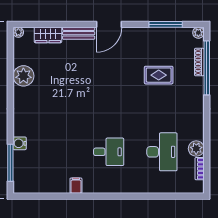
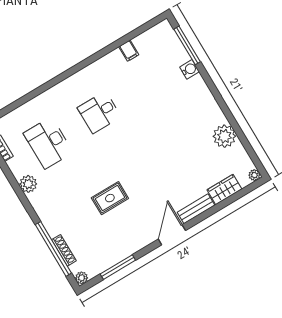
rug: (159, 75) -> (110, 198), moved
plant: (196, 149) -> (28, 184), moved
filing cabinet: (76, 186) -> (129, 51), moved

